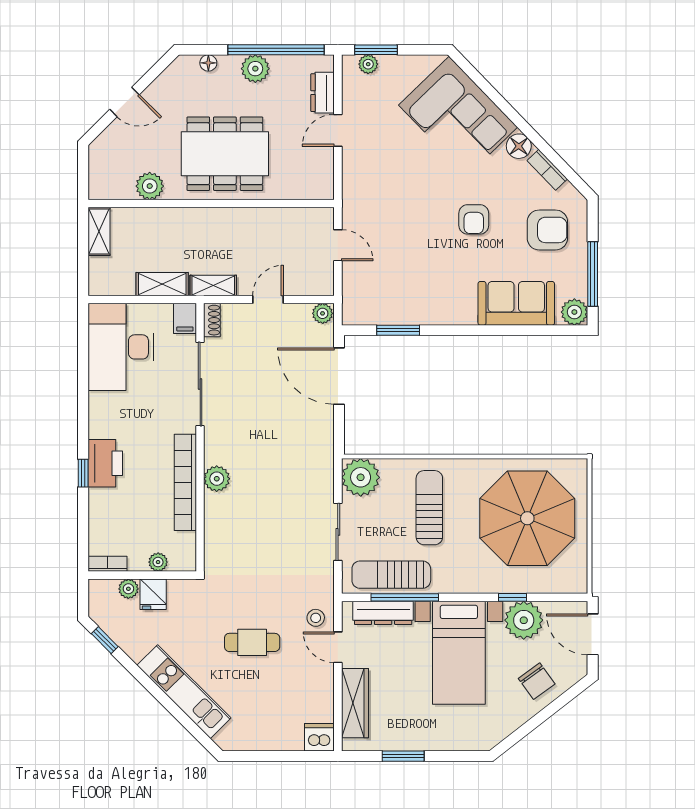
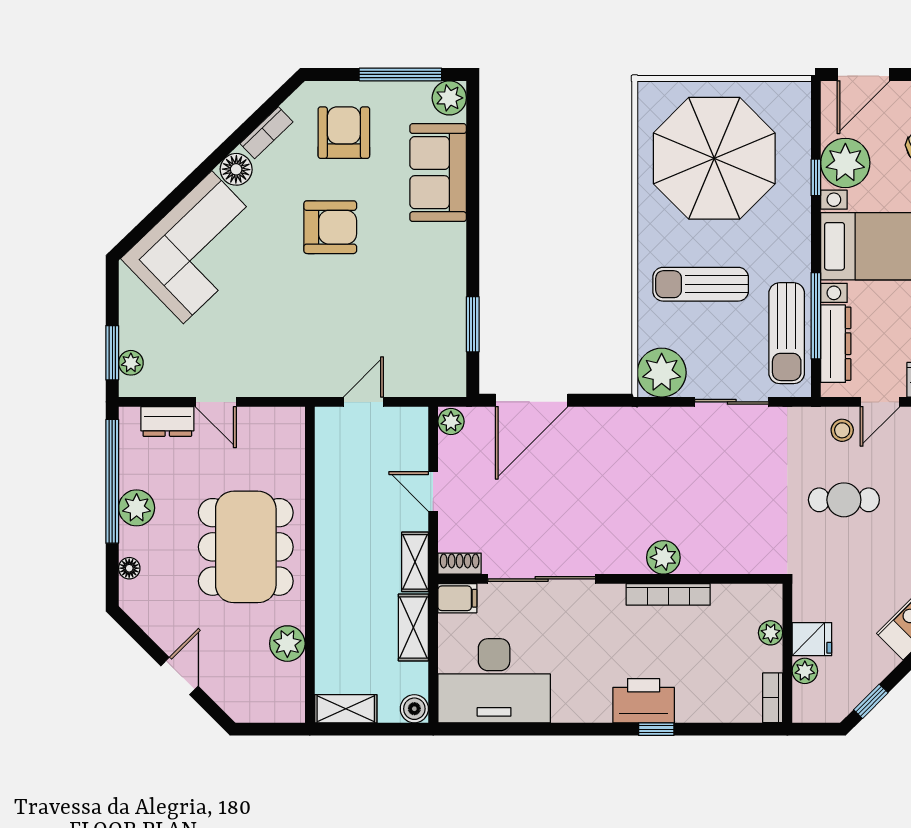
armchair: (474, 219) -> (330, 227), width x1.38, depth x1.38
boiler: (99, 285) -> (414, 709), added
bookcase: (185, 482) -> (668, 594), width x0.68, depth x0.76
cafe table: (252, 642) -> (844, 500), moved, turned 90

